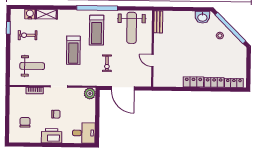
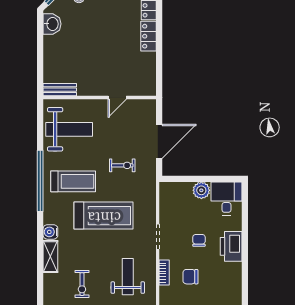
water cooler: (30, 14) -> (50, 232), moved
treadmill: (73, 50) -> (104, 216), width x1.37, depth x1.38
plant: (90, 93) -> (201, 190), moved
chair: (25, 122) -> (190, 277), moved

